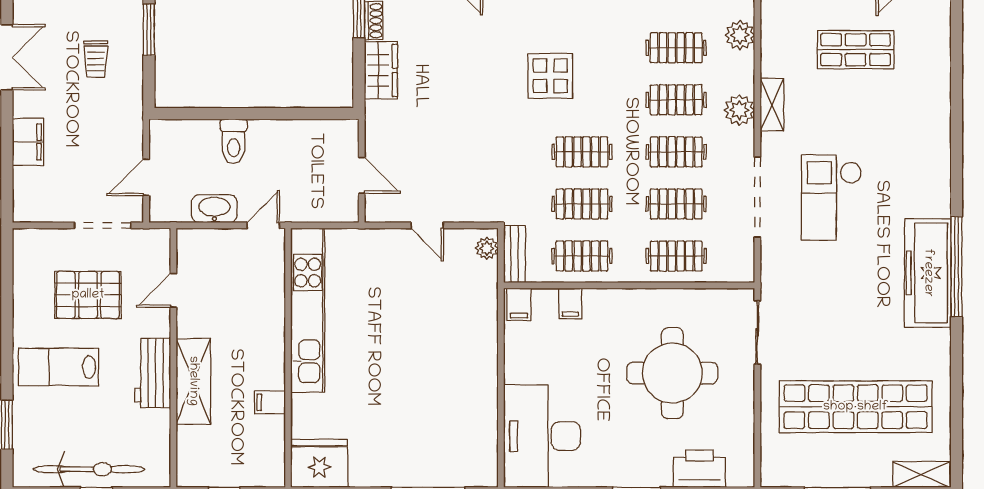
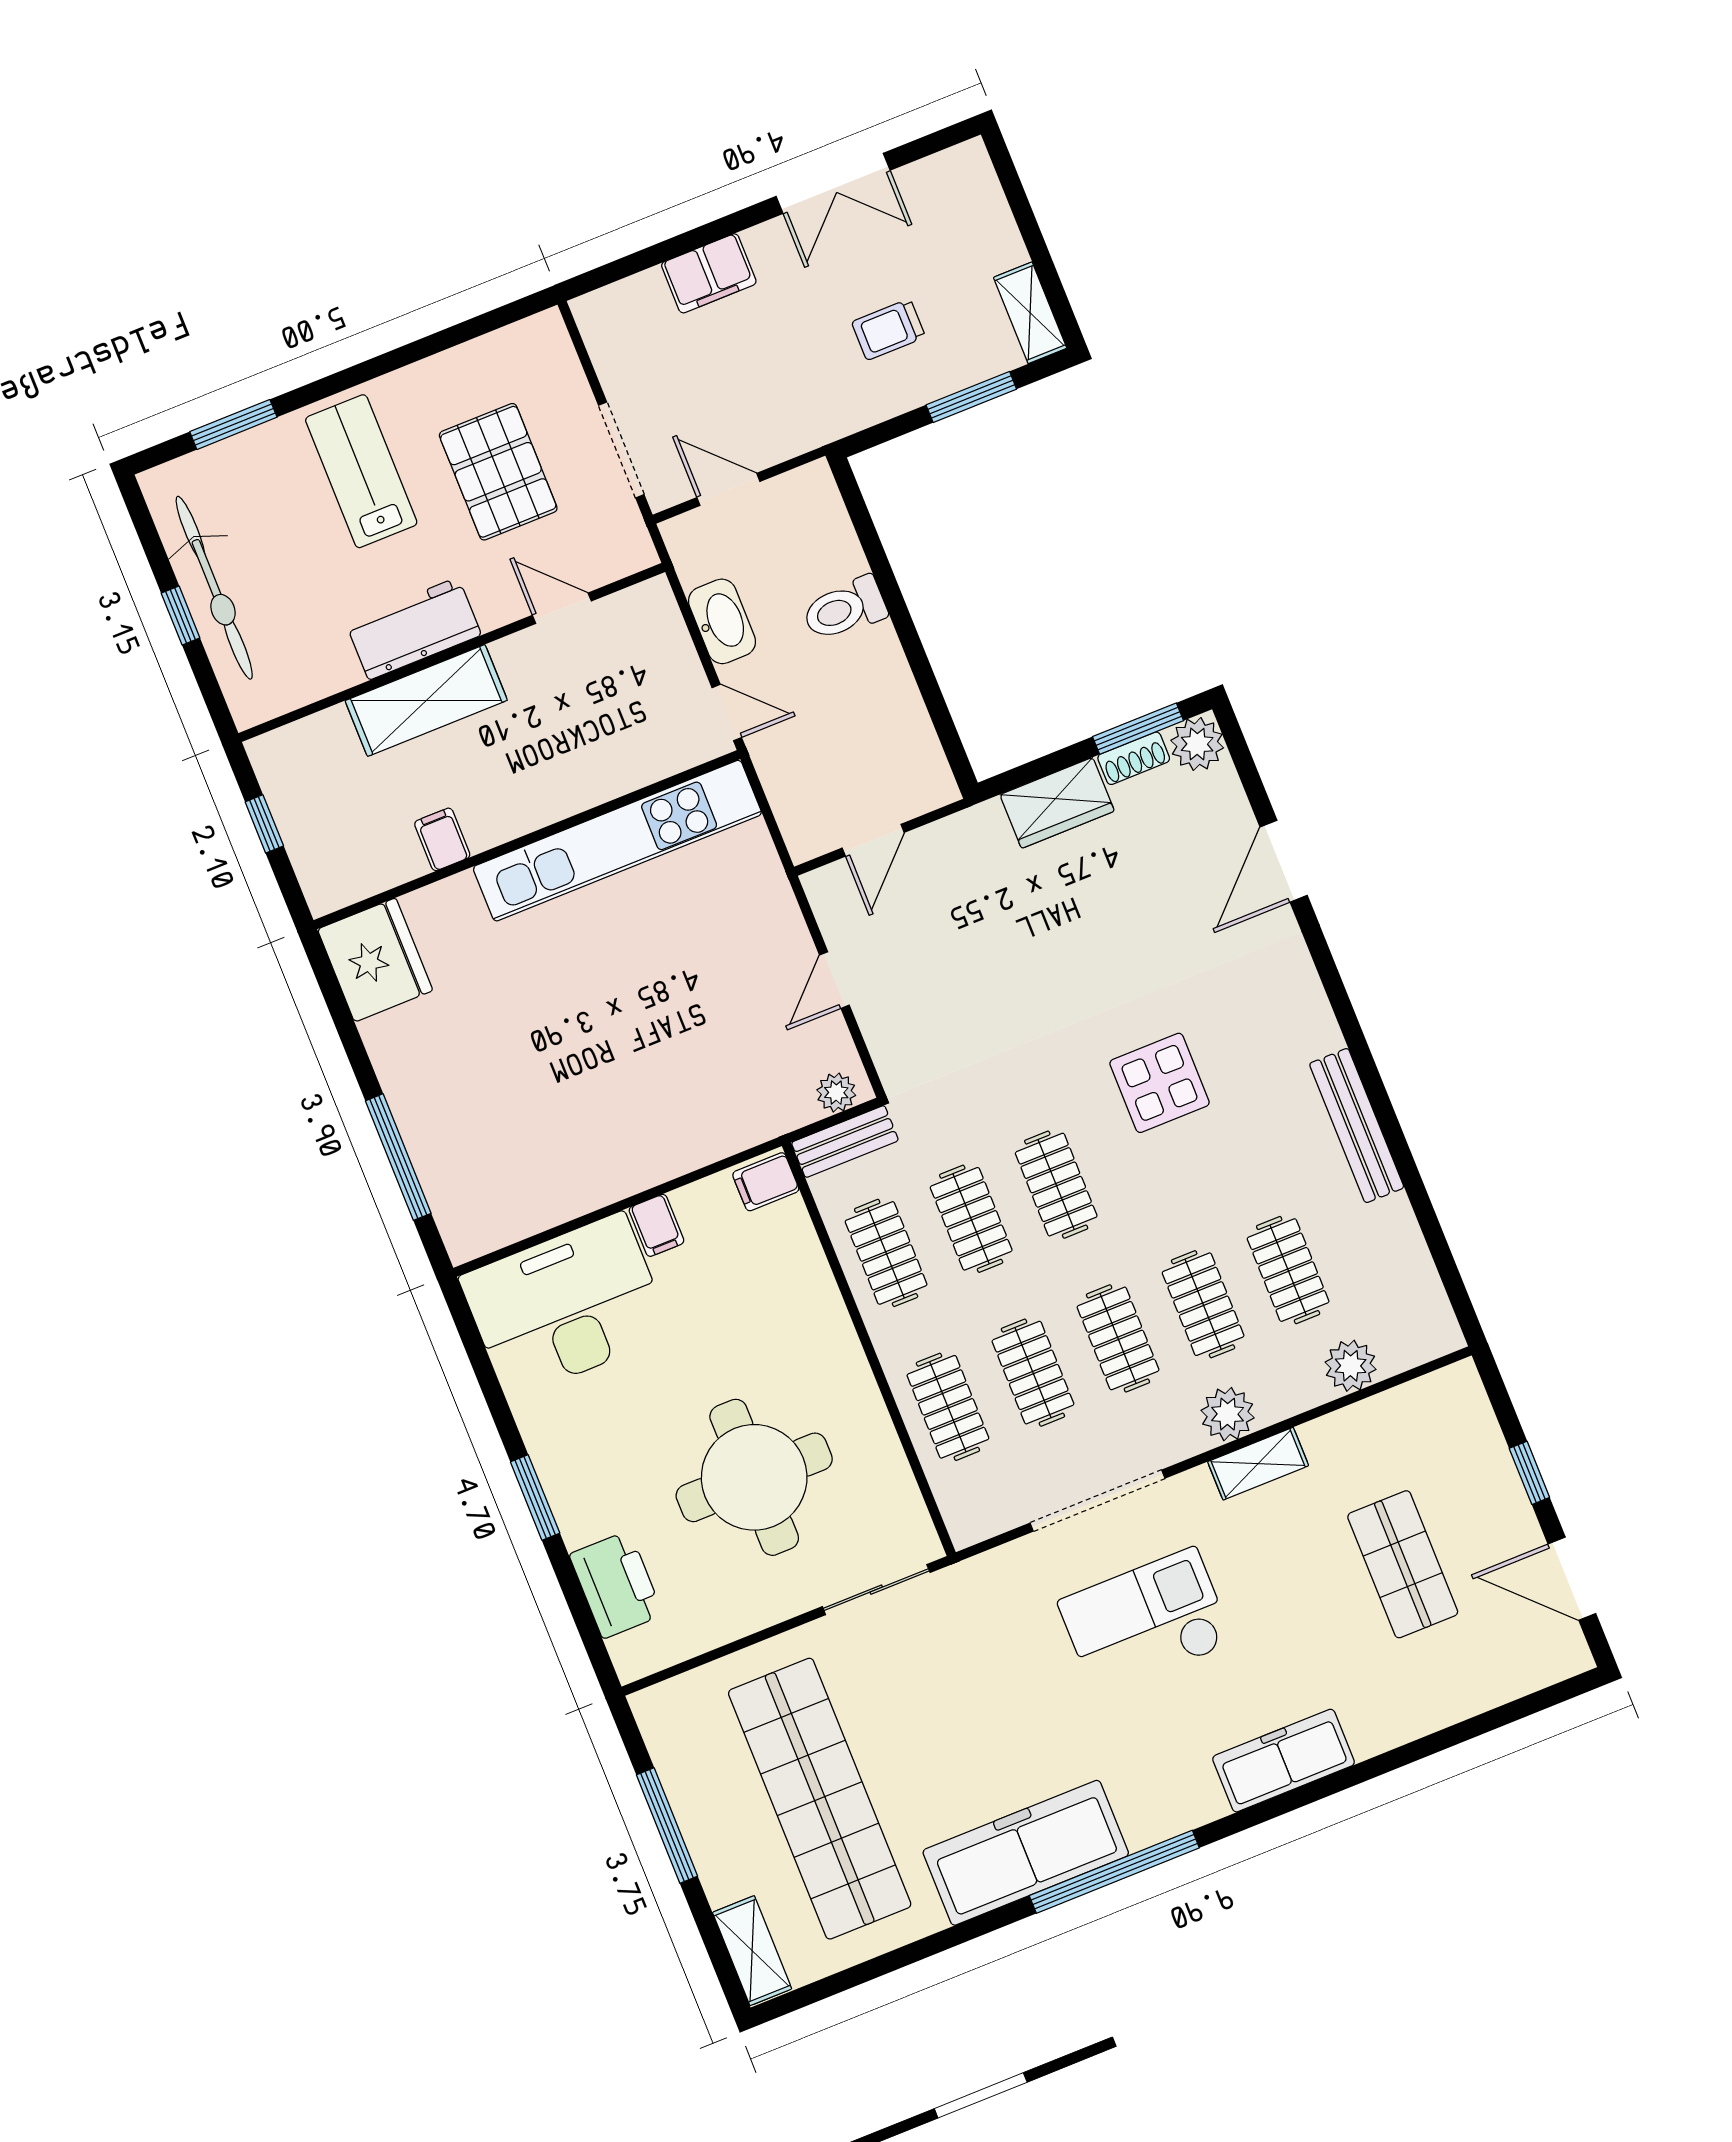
freezer: (934, 154) -> (1284, 1761), added
freezer: (928, 273) -> (1026, 1853), moved
filing cabinet: (570, 303) -> (656, 1225), moved, turned -90

